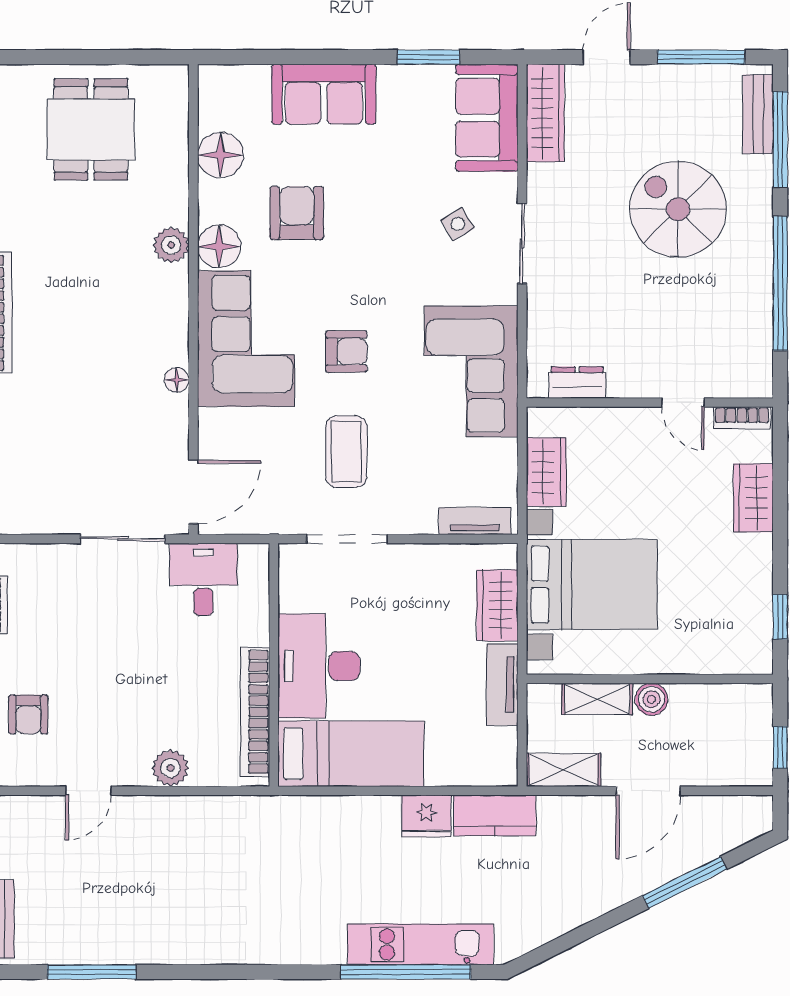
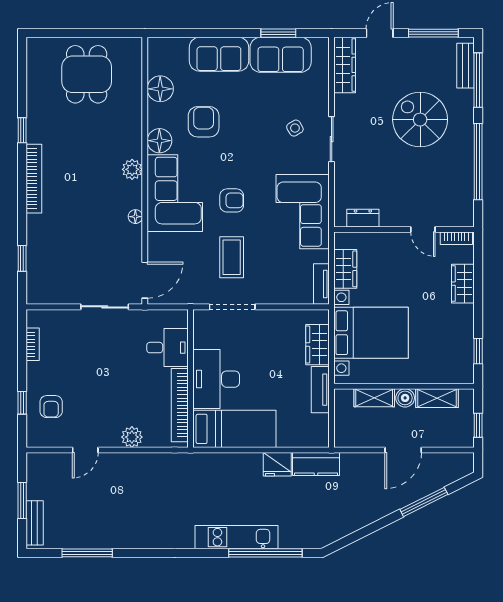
sofa: (487, 118) -> (281, 55), moved, turned -90
plant: (171, 245) -> (132, 169), moved
tv unit: (475, 521) -> (321, 284), moved, turned -90
desk: (203, 579) -> (168, 348), moved, turned 90
shelving: (563, 770) -> (437, 398), moved
kitchen unit: (421, 944) -> (237, 537), moved

